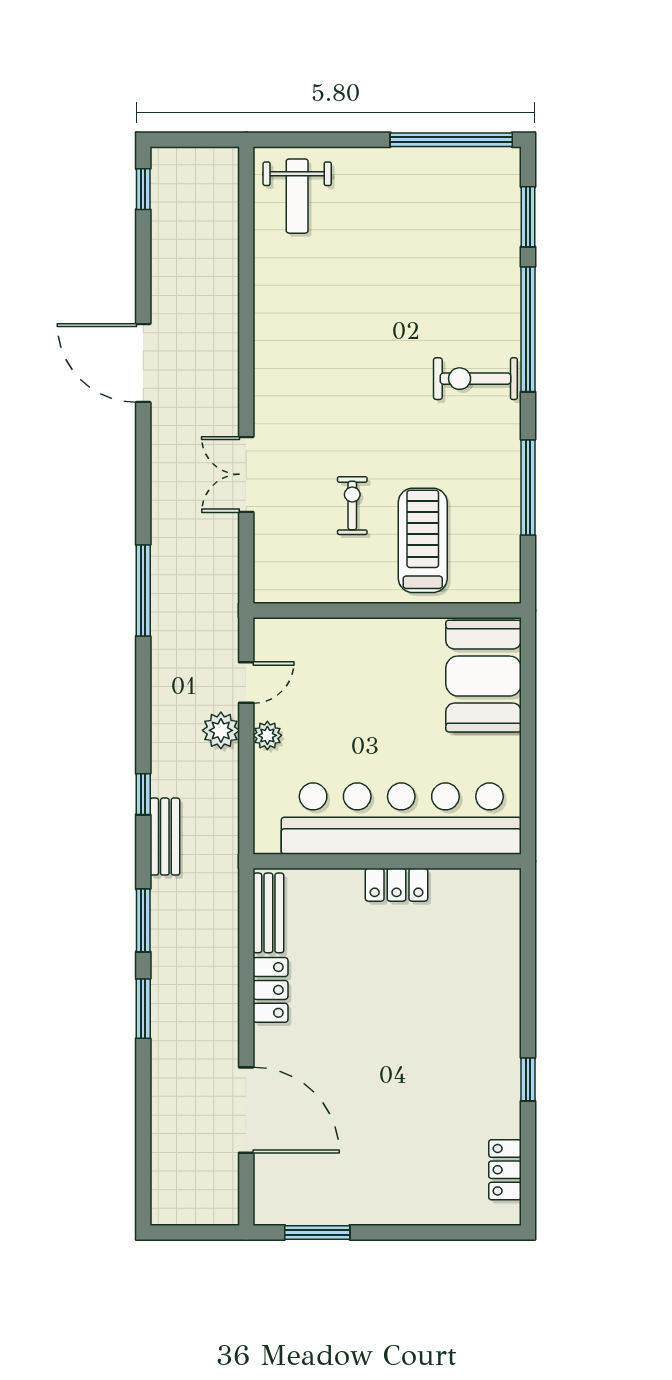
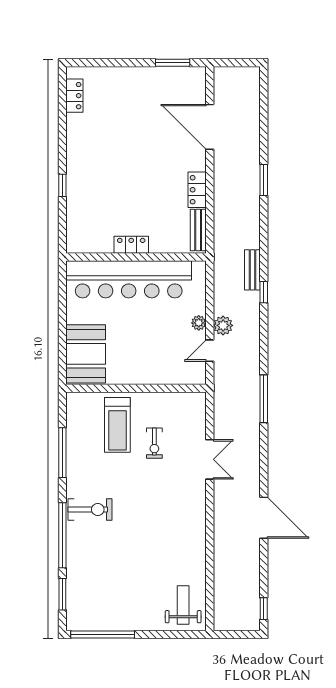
window: (143, 920) -> (264, 226), removed
window: (528, 1079) -> (62, 185), moved

